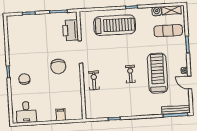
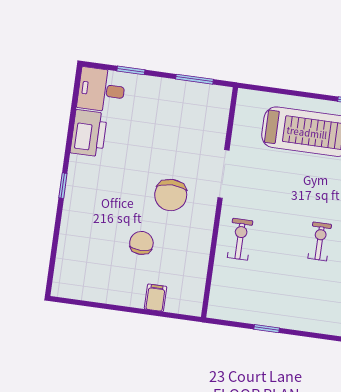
printer: (70, 30) -> (89, 133), moved, turned 180
chair: (24, 79) -> (141, 243), moved
desk: (26, 112) -> (101, 90), moved, turned 90

